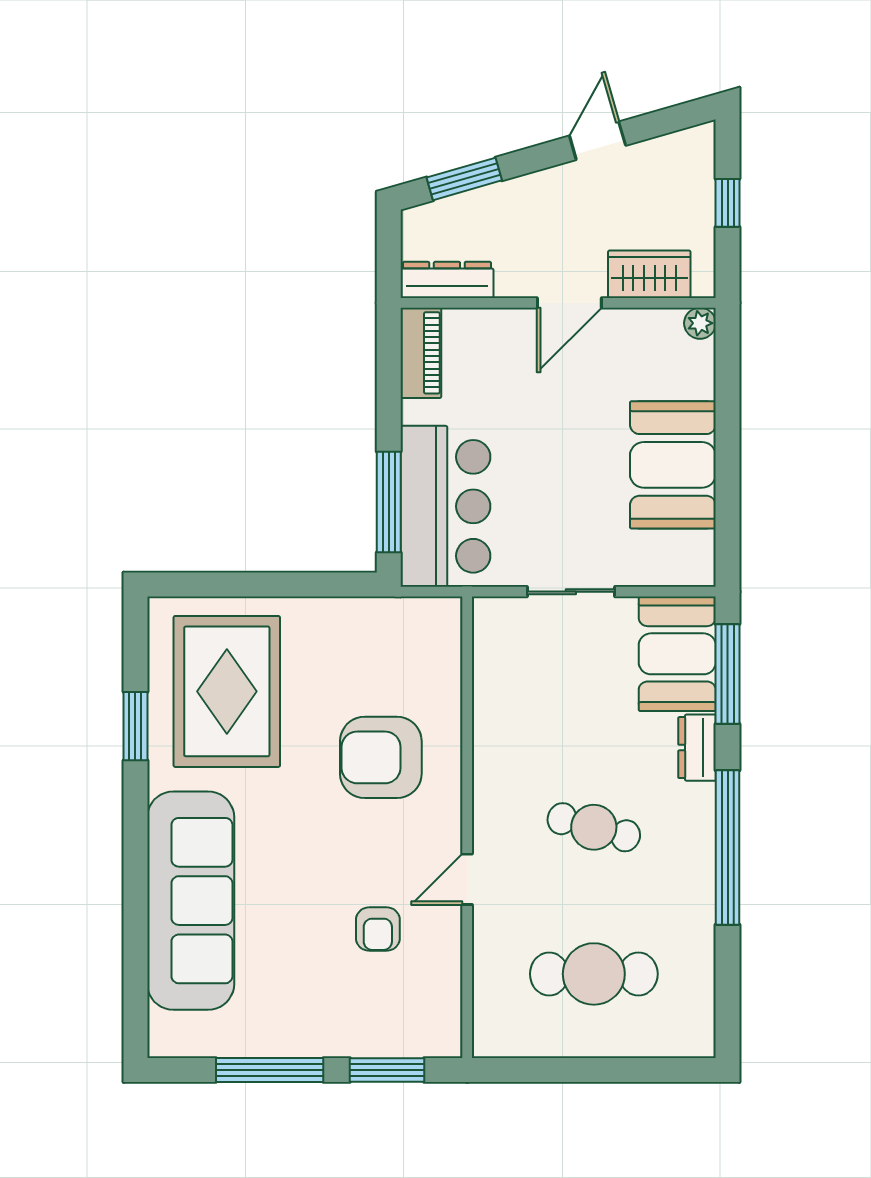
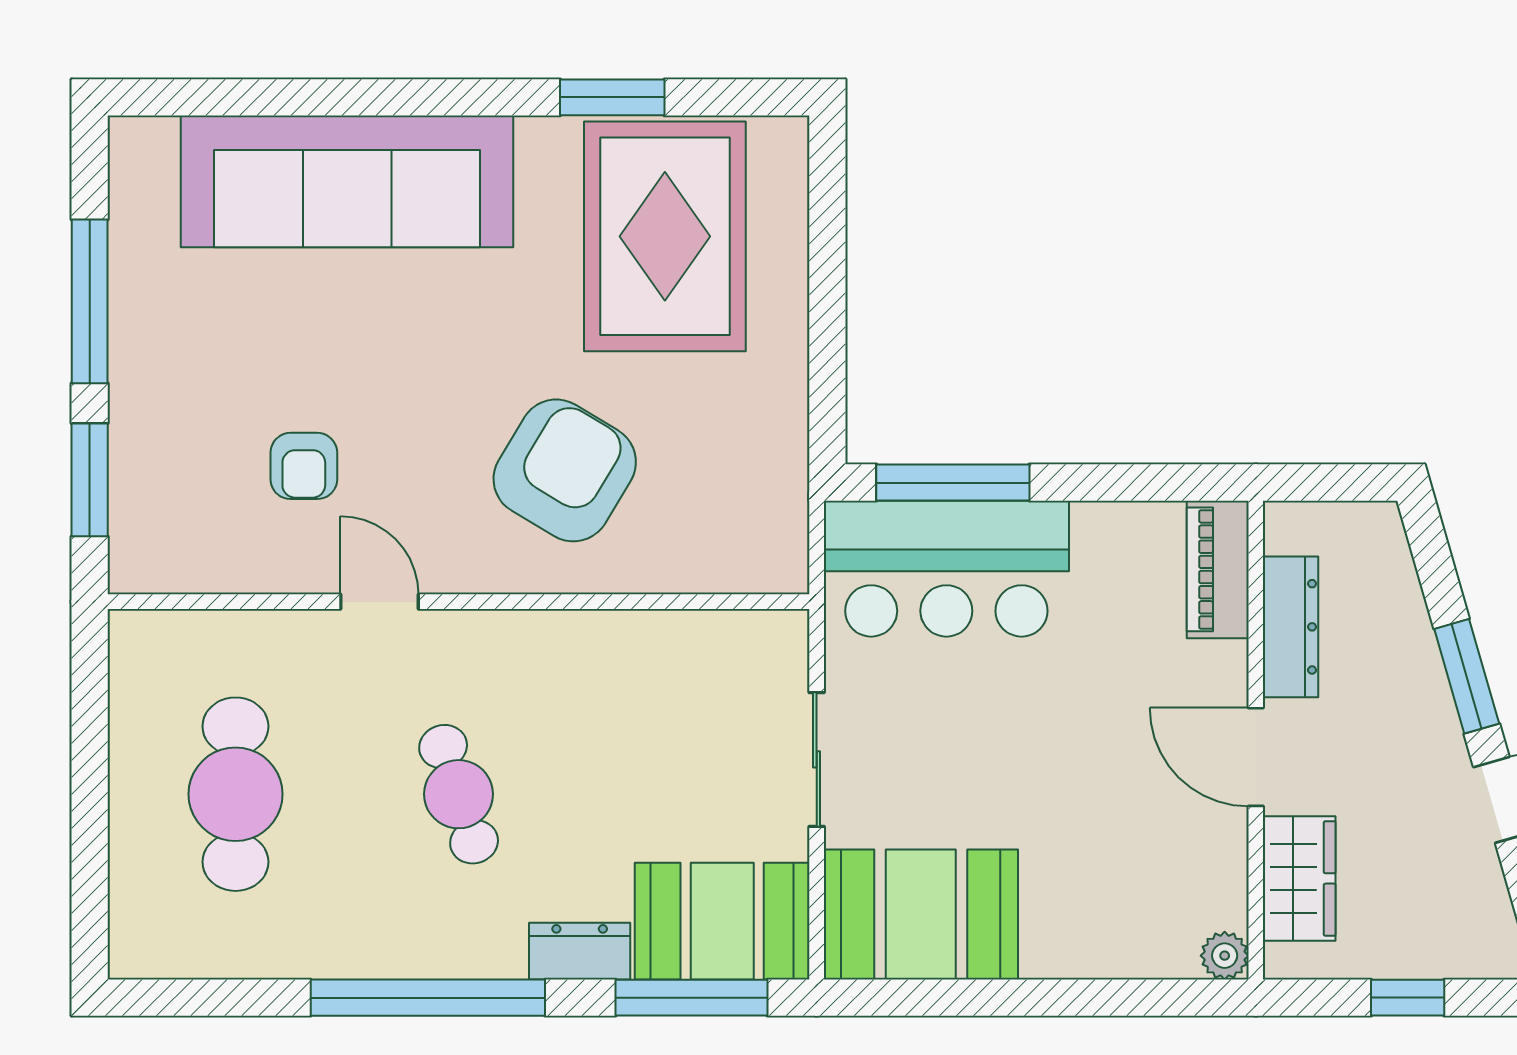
window: (464, 179) -> (1467, 676), moved
dresser: (447, 280) -> (1291, 627), moved
piano: (421, 353) -> (1218, 569), moved, turned 90
booth: (673, 465) -> (921, 914), moved
rug: (227, 691) -> (665, 236), turned 90
armchair: (381, 757) -> (565, 470), turned 31
cafe table: (594, 827) -> (459, 794), turned -33
armchair: (378, 929) -> (304, 466), turned -90

